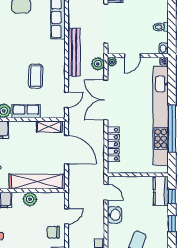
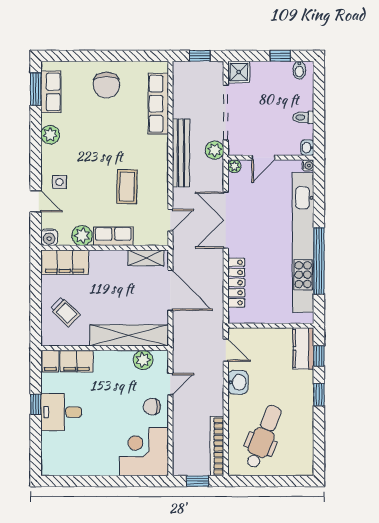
plant: (98, 64) -> (215, 150), moved
plant: (30, 199) -> (143, 360), moved

